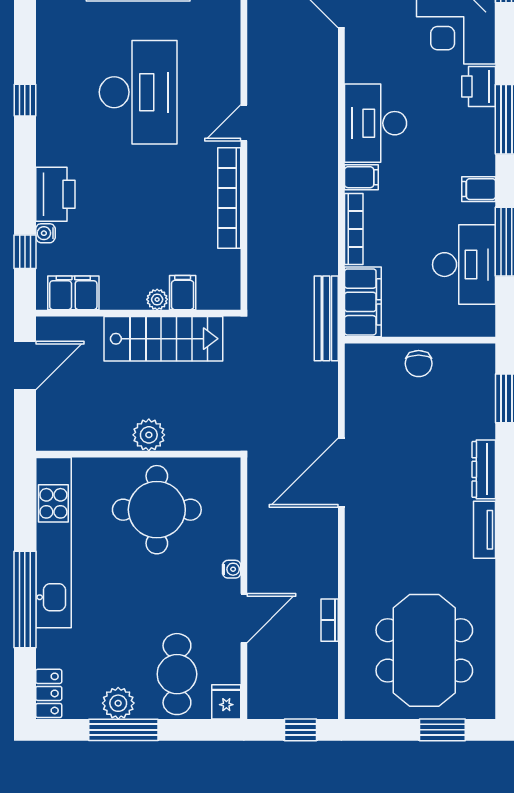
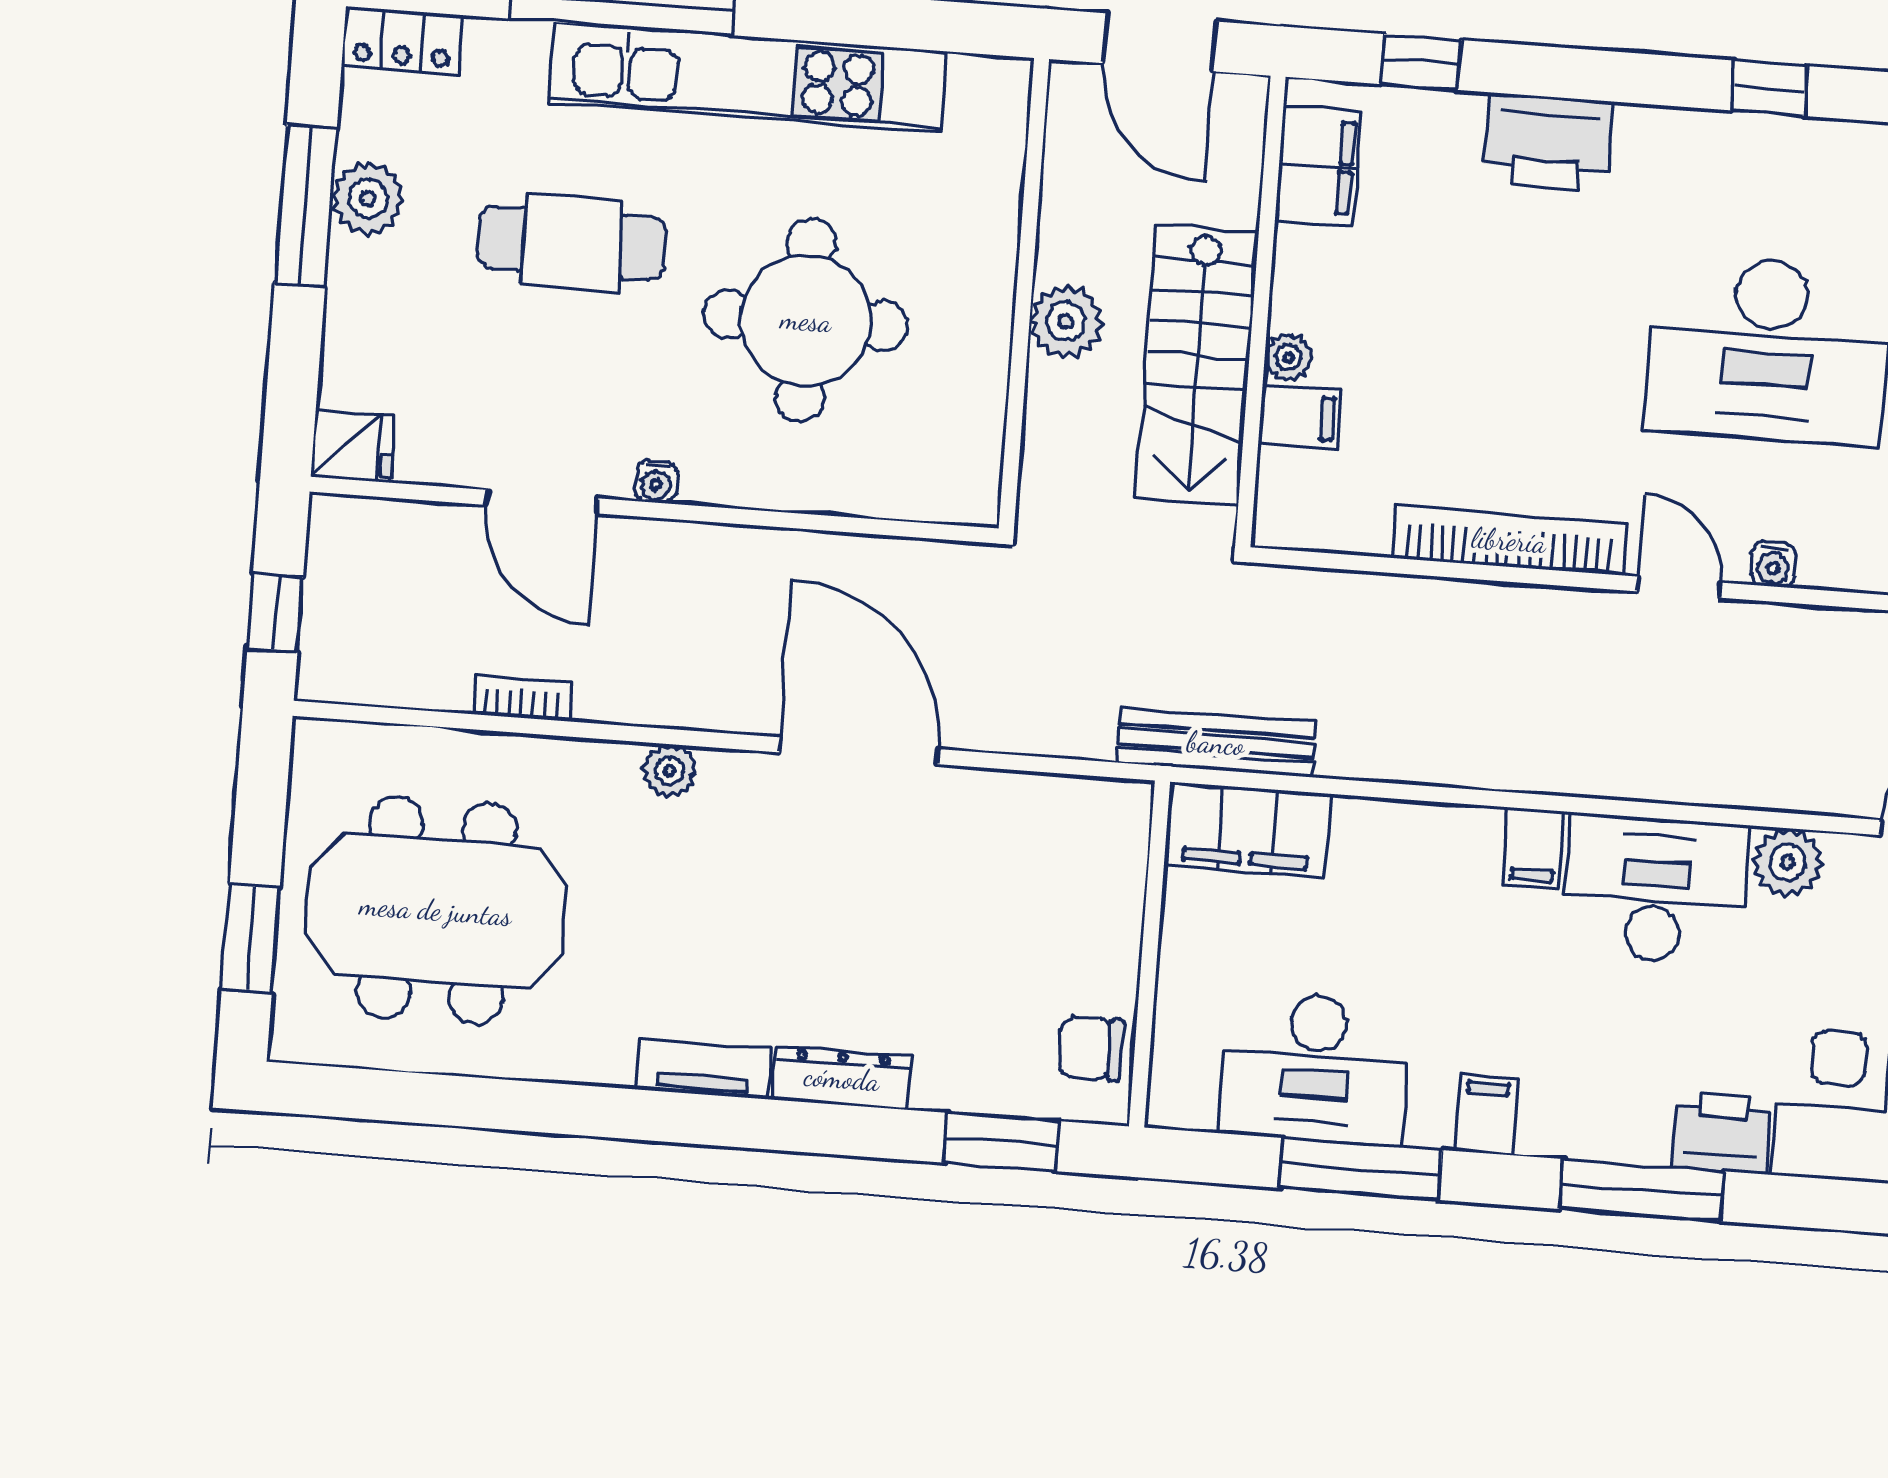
plant: (360, 67) -> (1788, 862), added
bookcase: (354, 229) -> (1416, 821), removed
water cooler: (45, 233) -> (1773, 564), moved, turned 180
chair: (419, 364) -> (1091, 1049), moved
plant: (149, 435) -> (1066, 321), moved
wall: (138, 454) -> (1024, 294), moved
plant: (356, 554) -> (670, 771), added
cafe table: (177, 674) -> (572, 243), moved

